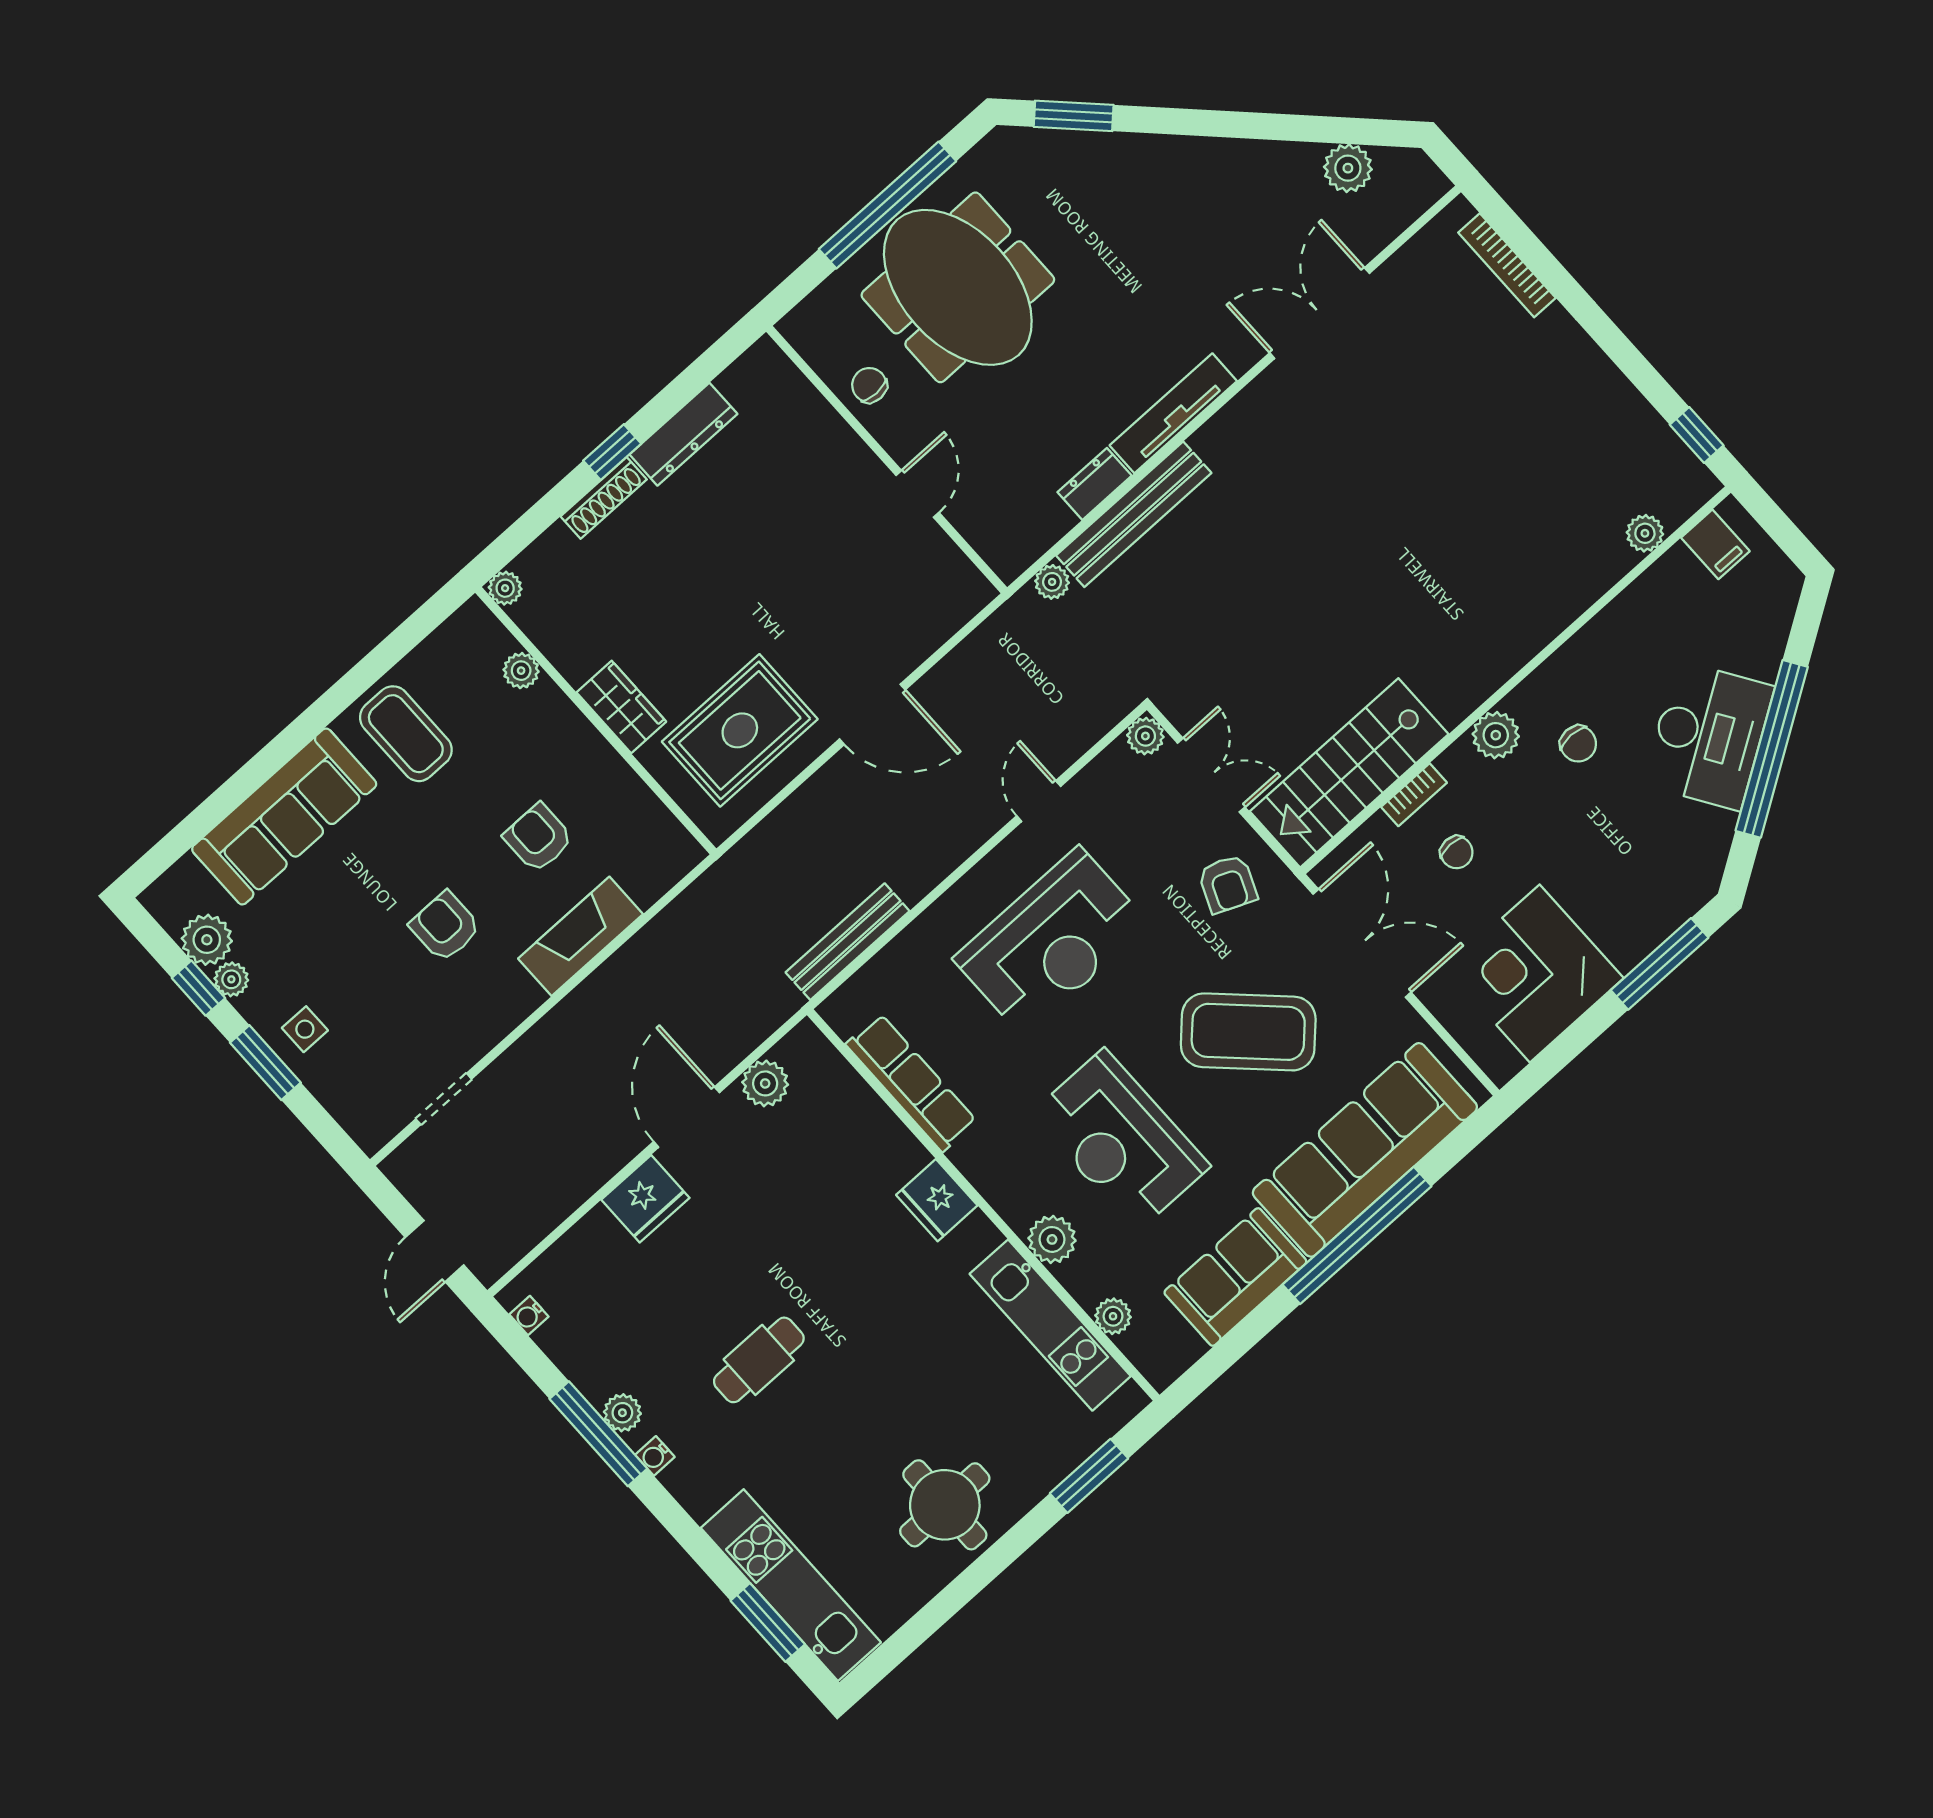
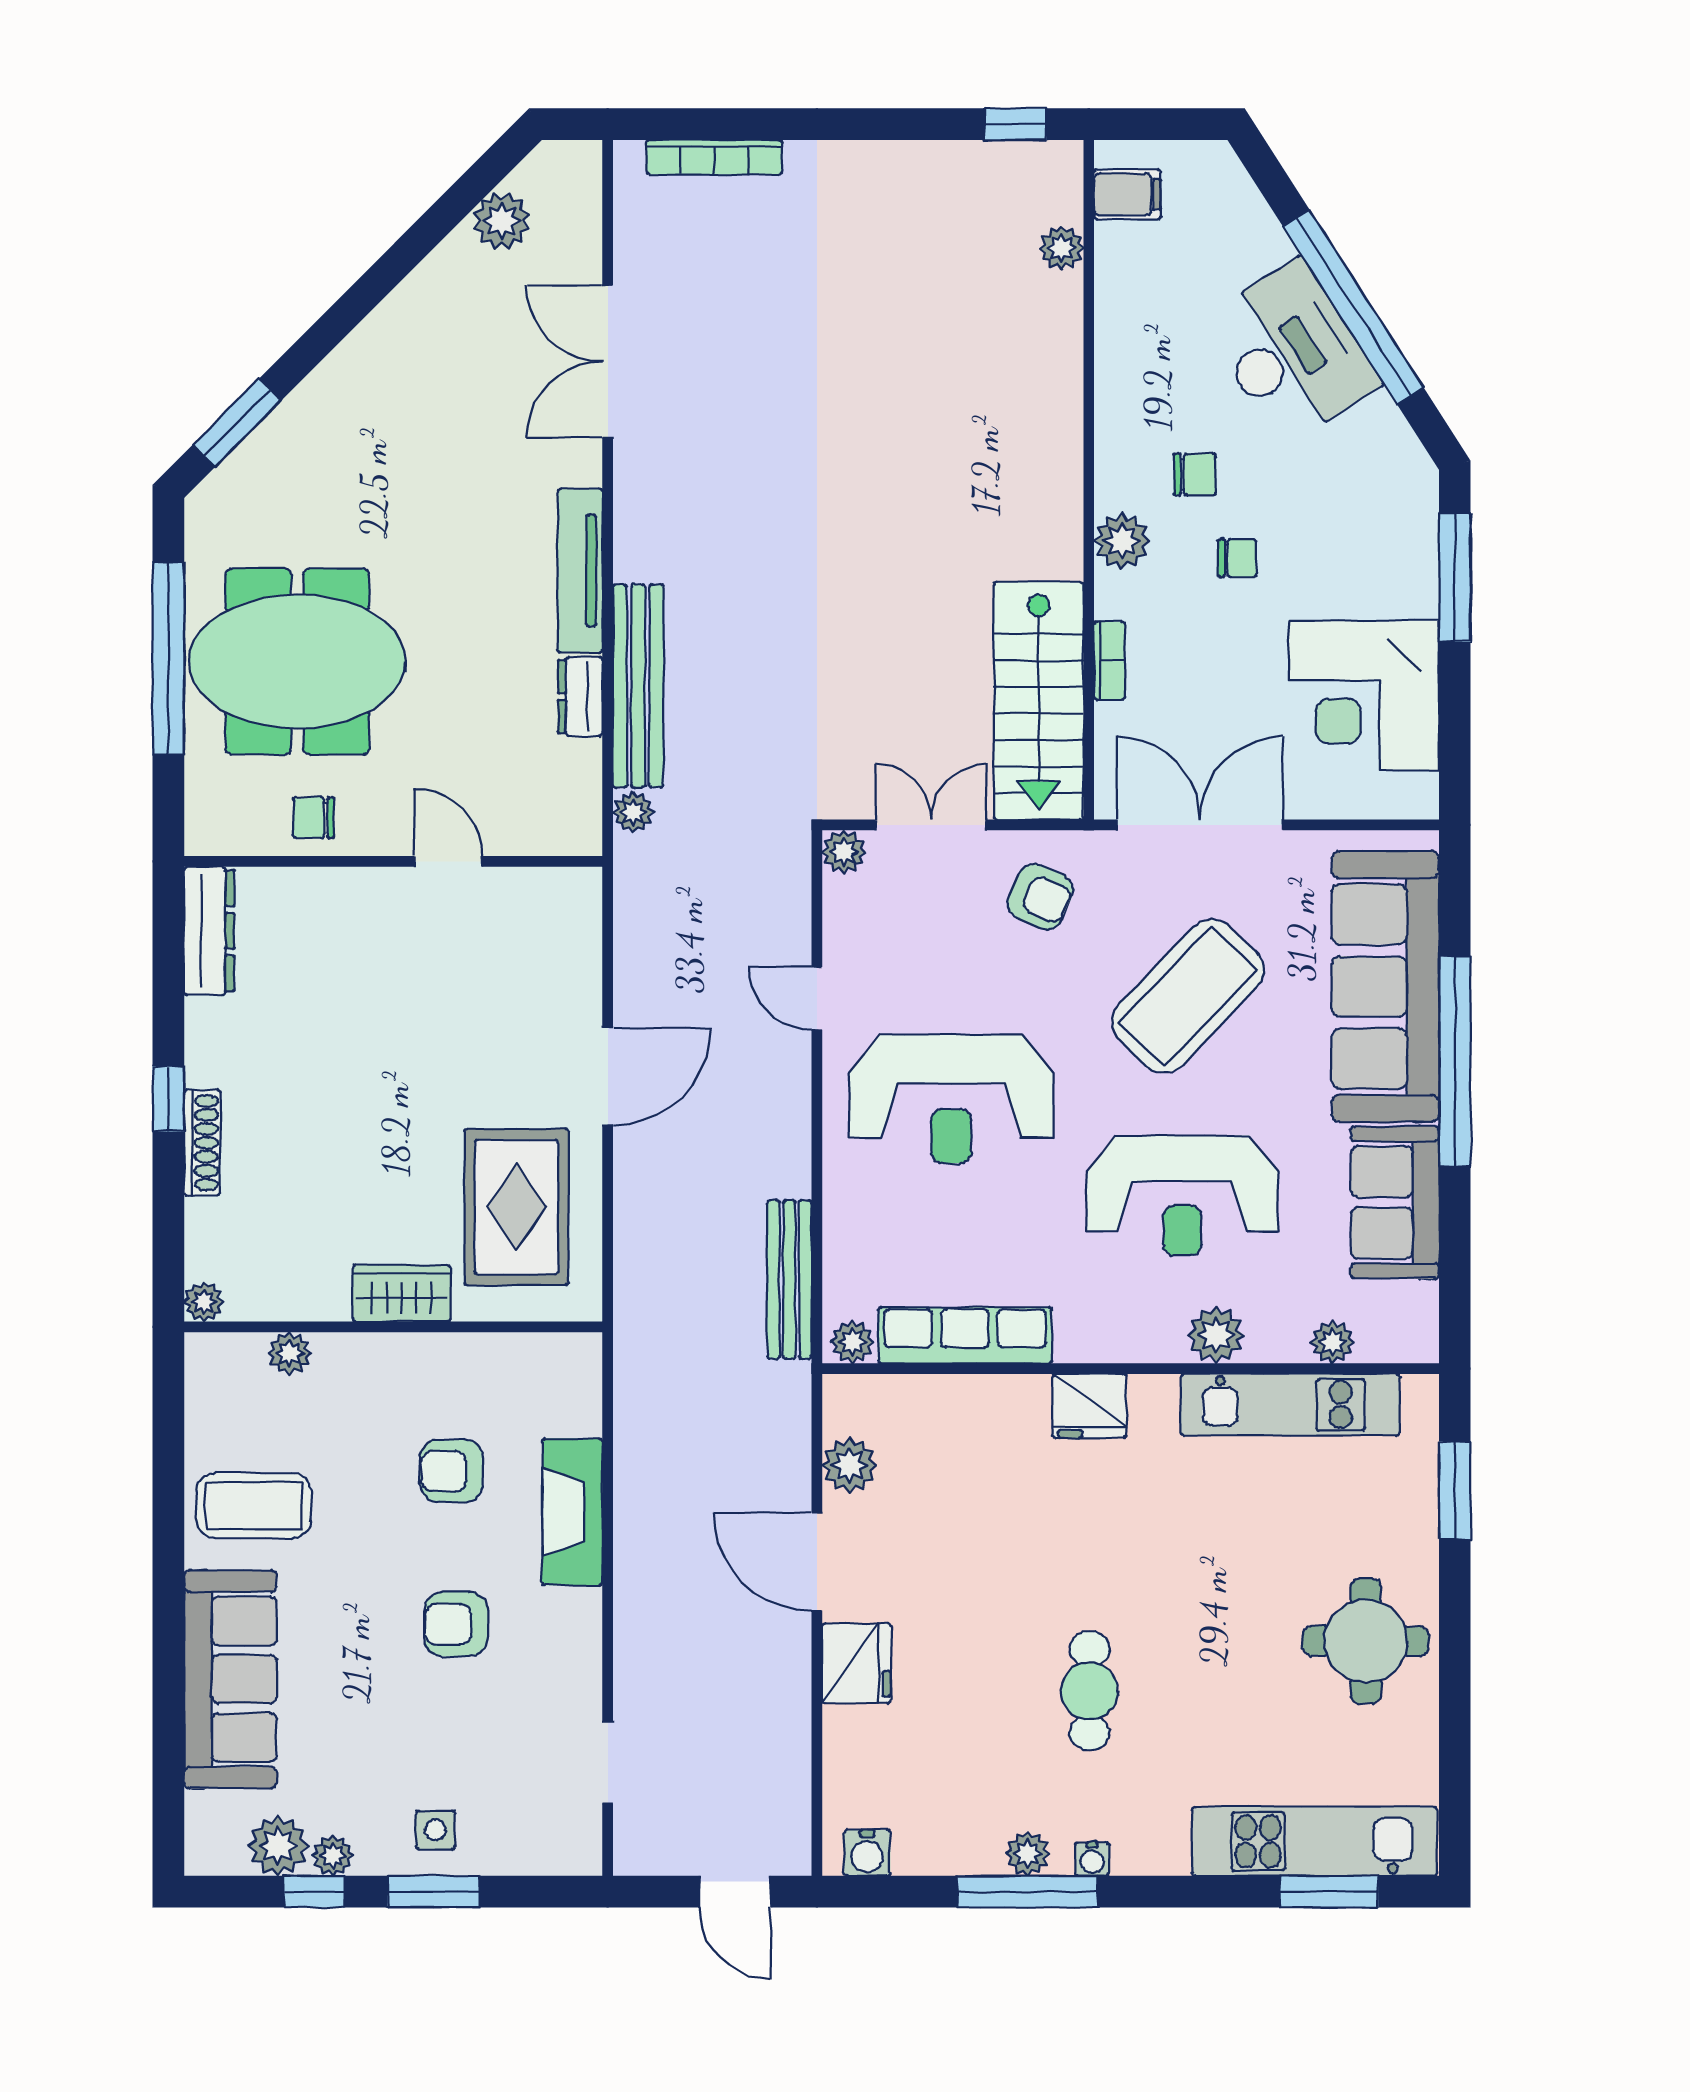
dresser: (683, 434) -> (209, 931), moved
chair: (1457, 852) -> (1237, 558), moved
reception desk: (1051, 942) -> (951, 1099), turned 90
plant: (844, 1016) -> (852, 1342), added
water cooler: (529, 1316) -> (867, 1853), width x1.38, depth x1.38

